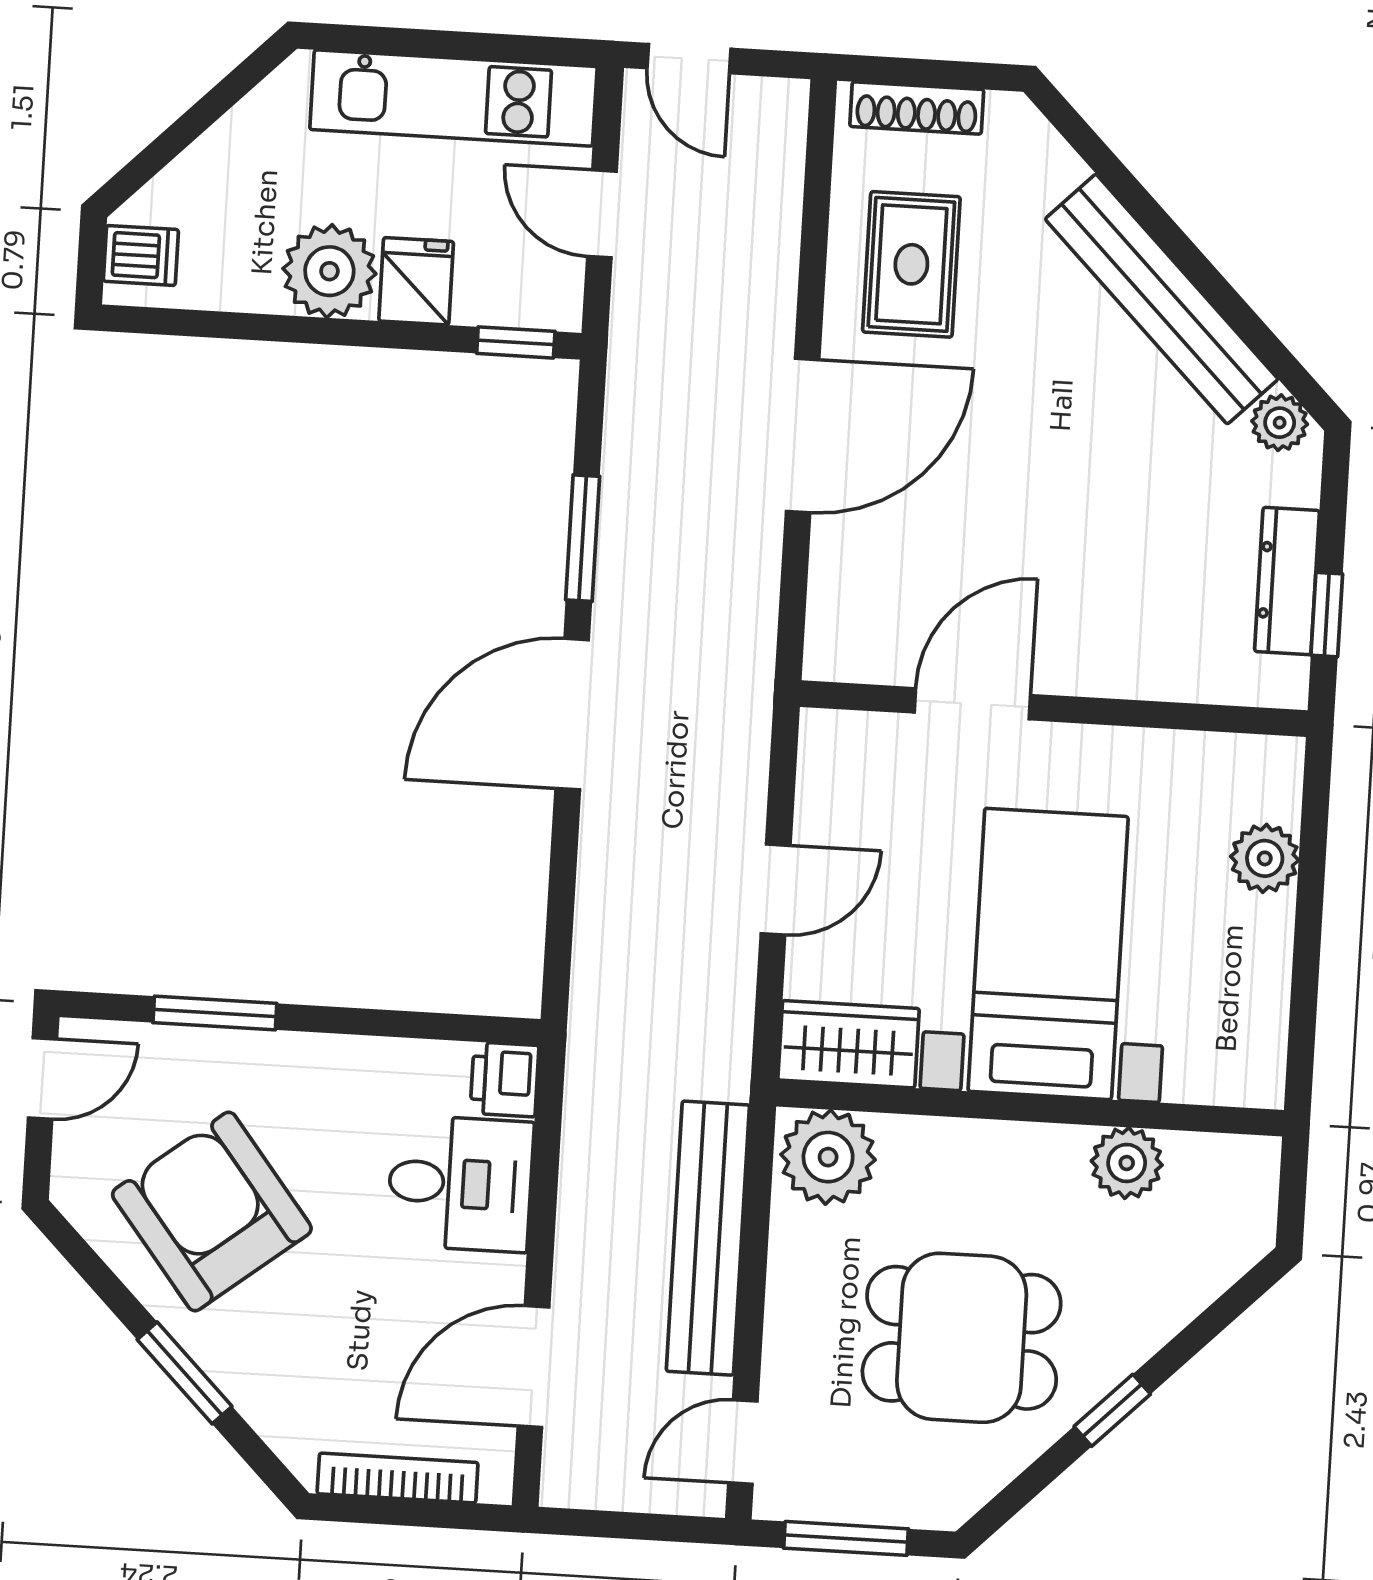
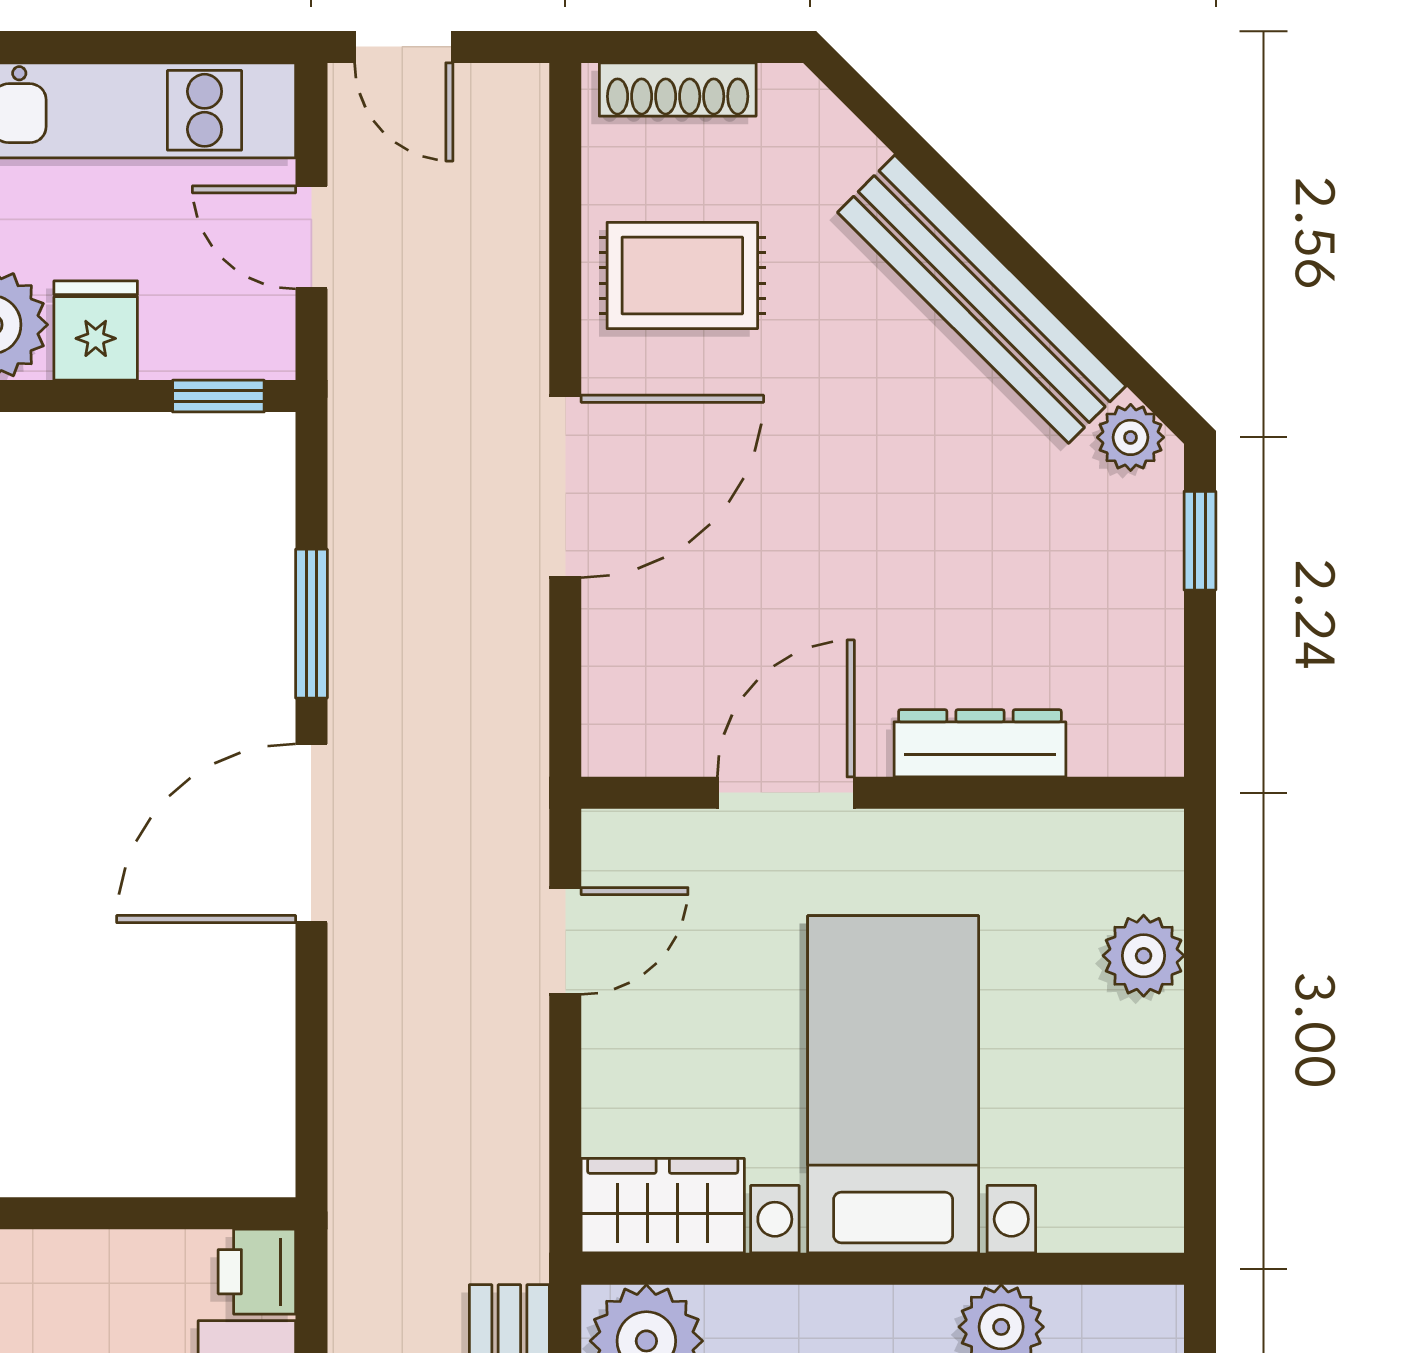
rug: (911, 264) -> (682, 276), turned 90
dresser: (1287, 581) -> (980, 743), moved, turned 90
window: (1327, 615) -> (1200, 541), moved
door: (776, 890) -> (565, 941), moved

